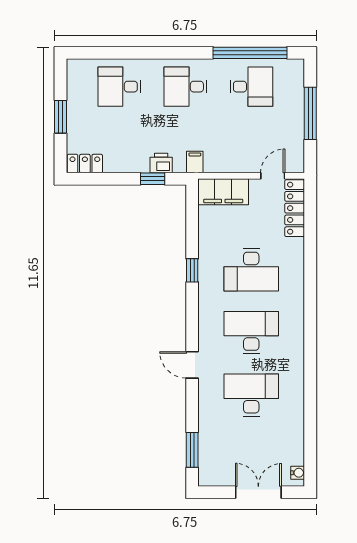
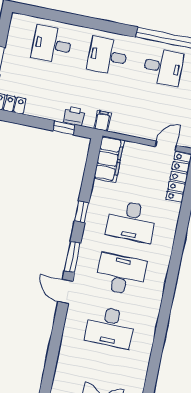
filing cabinet: (223, 192) -> (109, 159), moved, turned -90
desk: (251, 395) -> (110, 327), turned 180
window: (192, 450) -> (72, 257), moved

